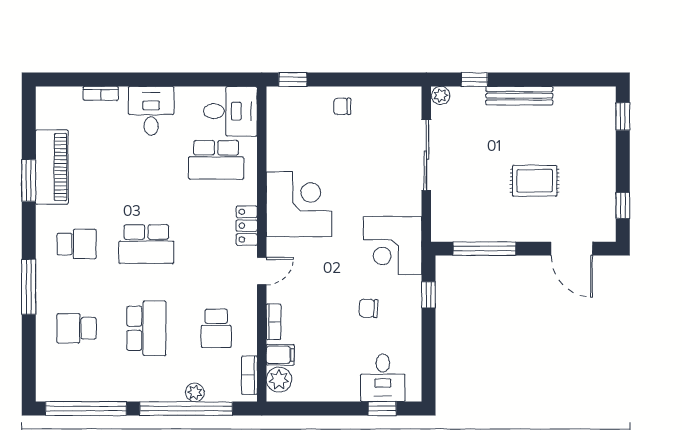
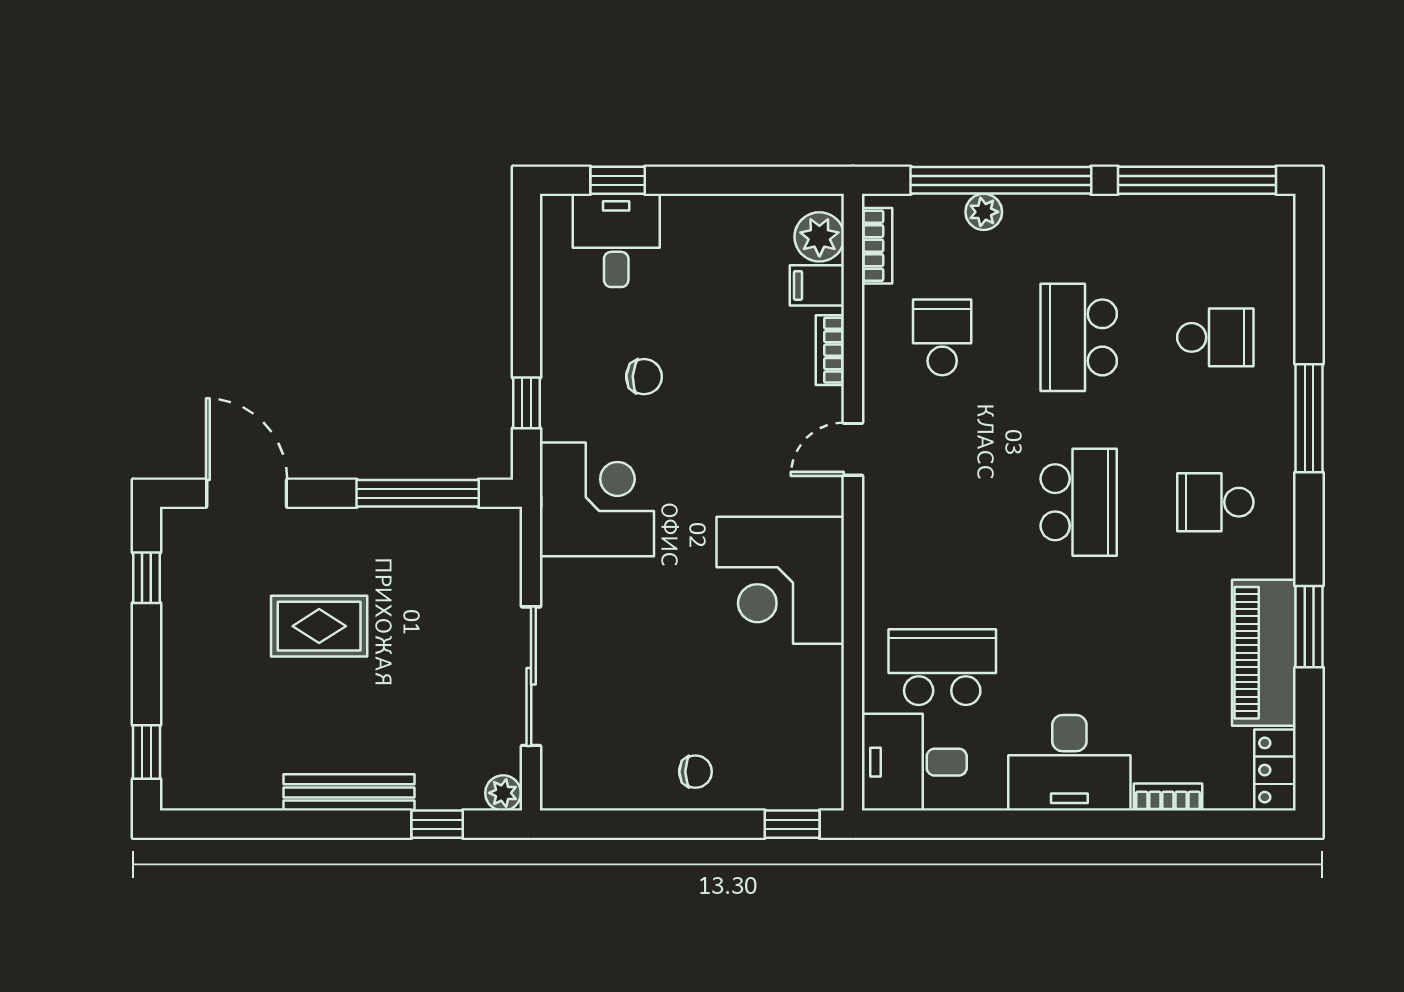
desk: (151, 111) -> (1069, 763), width x1.37
locker: (247, 226) -> (1275, 770), moved, turned 180
school desk: (146, 244) -> (1079, 502), turned 90

